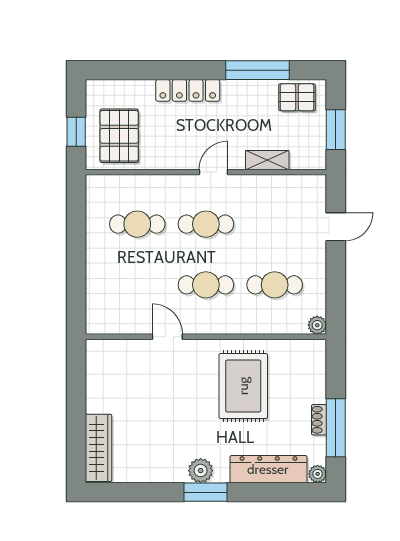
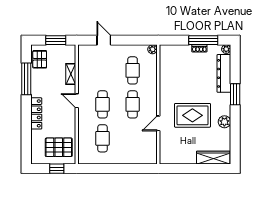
rug: (243, 386) -> (192, 115), moved
plant: (201, 471) -> (224, 122), moved
window: (206, 492) -> (235, 94), moved

